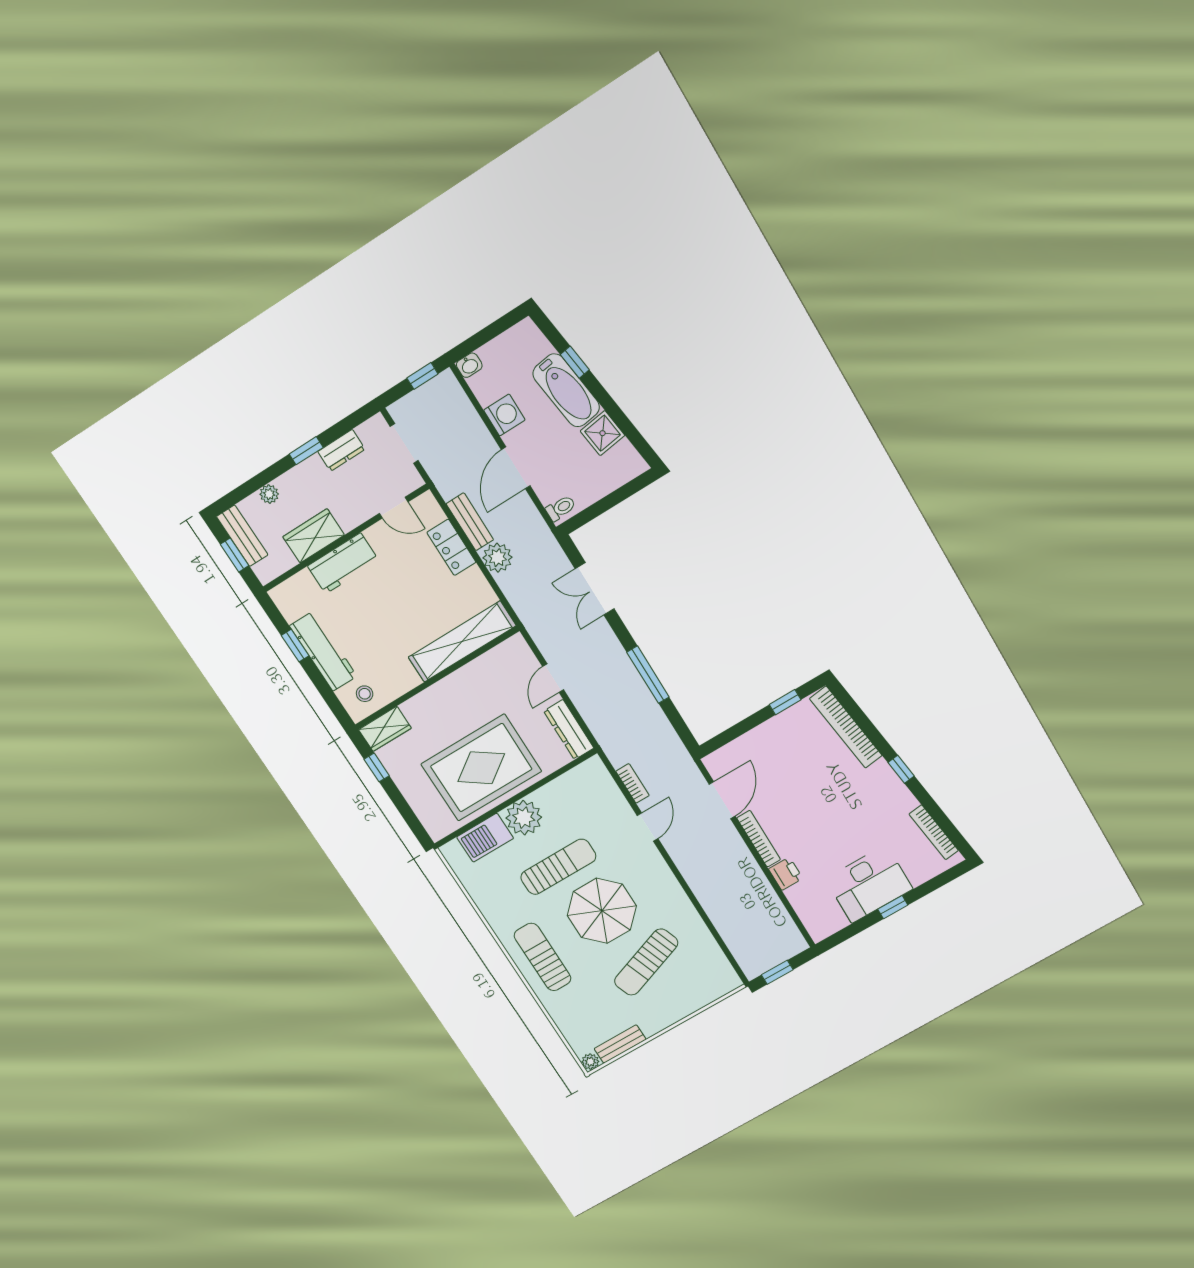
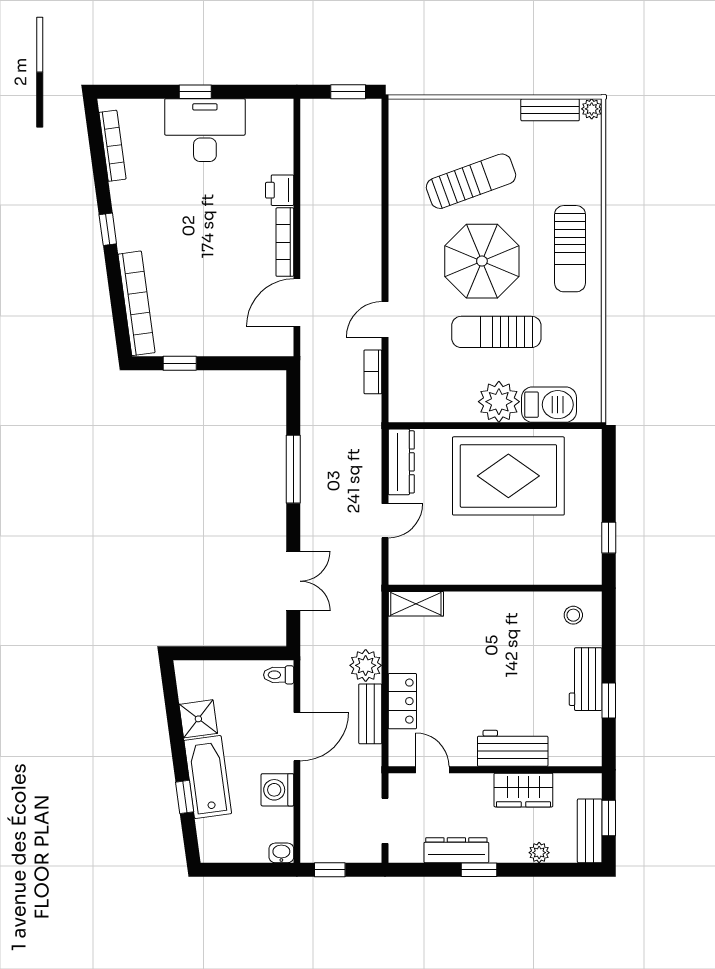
dresser: (341, 450) -> (456, 850), width x1.44
shelving: (462, 642) -> (416, 604), width x0.45, depth x0.75
workbench: (323, 651) -> (586, 679), width x0.73
wardrobe: (385, 729) -> (576, 570), removed

